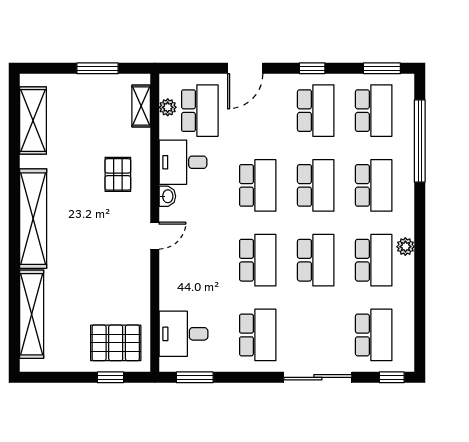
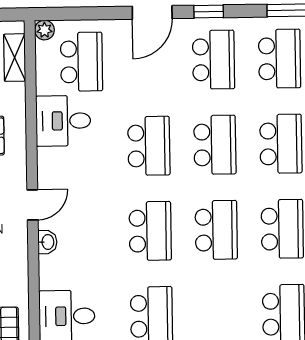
door: (245, 68) -> (152, 12), moved
plant: (168, 107) -> (44, 30), moved
washbasin: (167, 196) -> (47, 242), moved

